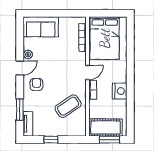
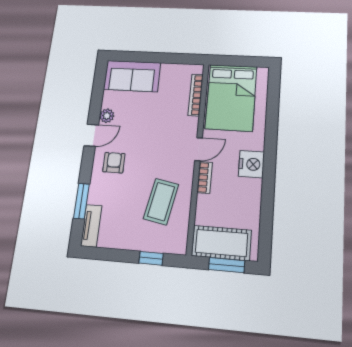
nightstand: (120, 91) -> (251, 164), moved
coffee table: (68, 106) -> (161, 202), turned -45
window: (51, 140) -> (151, 258), moved

